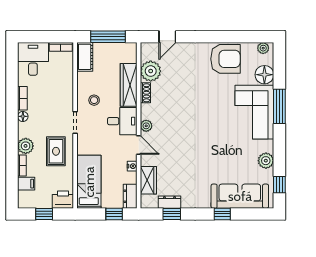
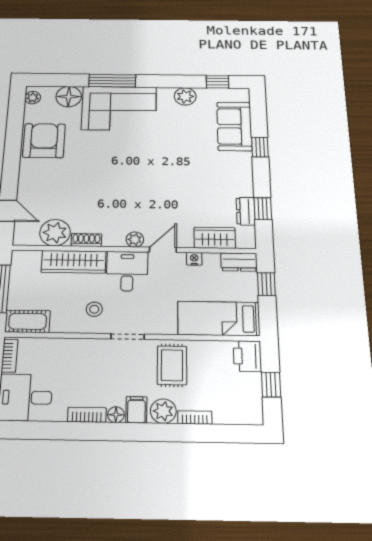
rug: (56, 151) -> (172, 365), turned 90
filing cabinet: (26, 184) -> (136, 410), moved
sofa: (240, 196) -> (234, 126), width x0.73

